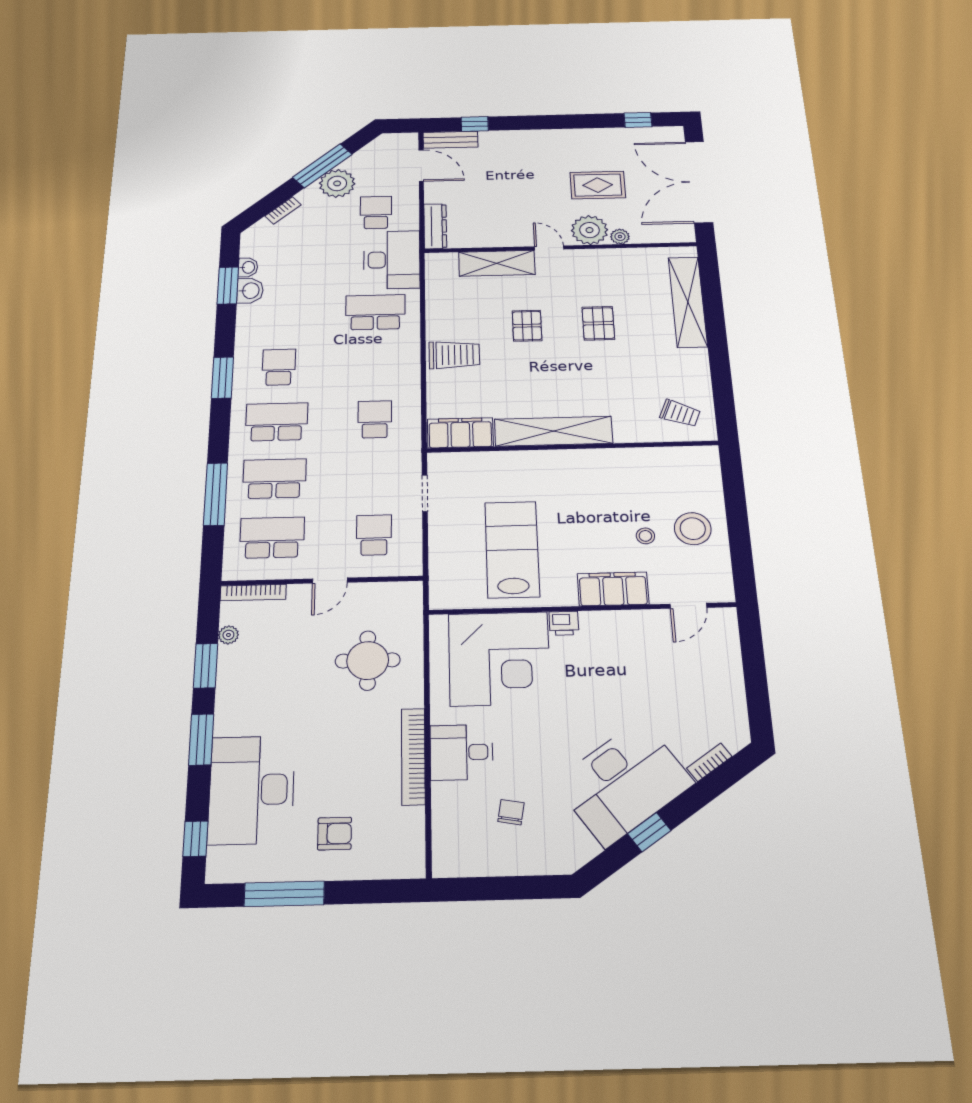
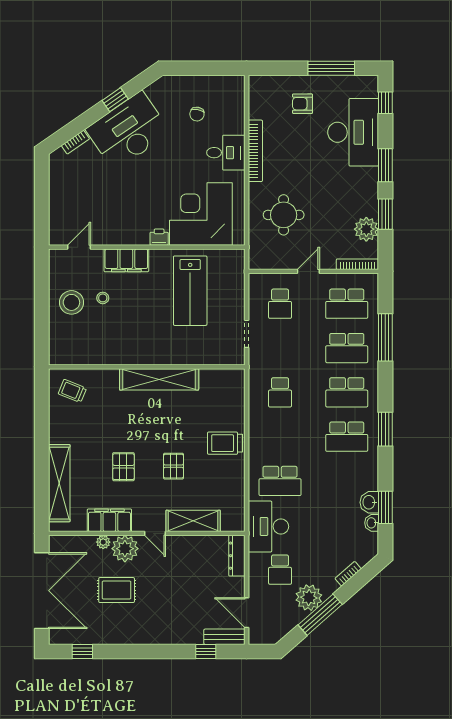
school desk: (279, 367) -> (347, 437), width x1.85
filing cabinet: (460, 433) -> (109, 520), moved, turned 180
plant: (228, 635) -> (366, 229), width x1.88, depth x1.88

